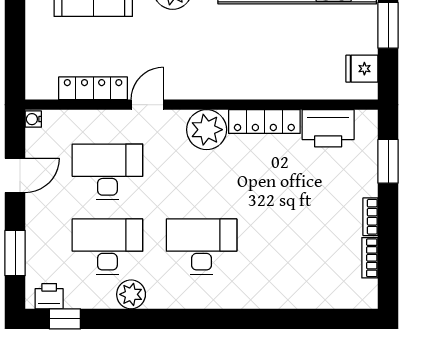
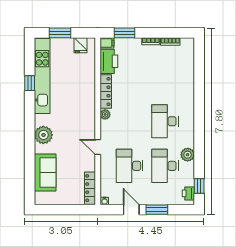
locker: (93, 88) -> (90, 188), moved
filing cabinet: (367, 124) -> (107, 43), added
plant: (207, 130) -> (105, 114), width x0.53, depth x0.53
window: (15, 253) -> (157, 210), moved

